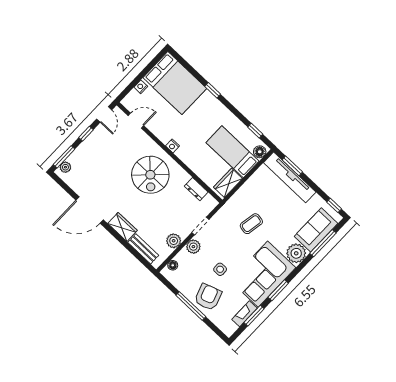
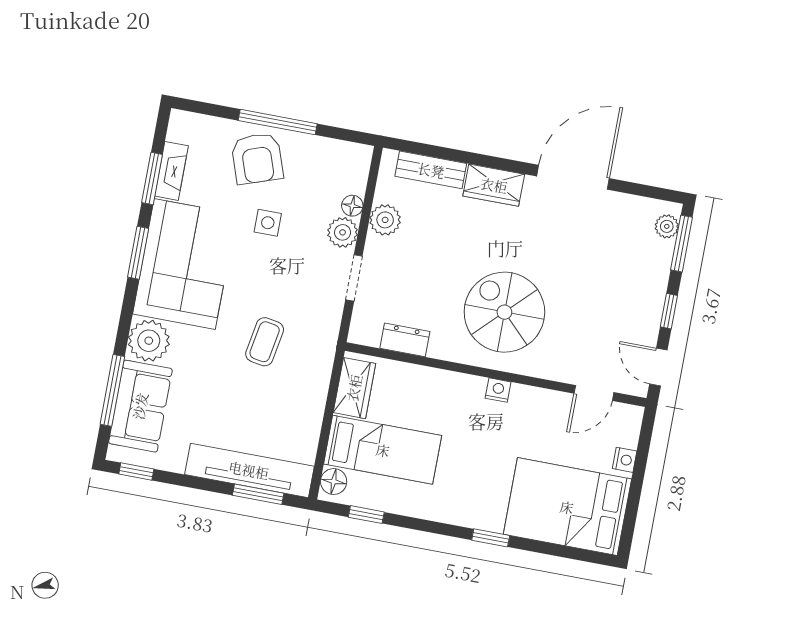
floor lamp: (173, 265) -> (352, 206), moved

